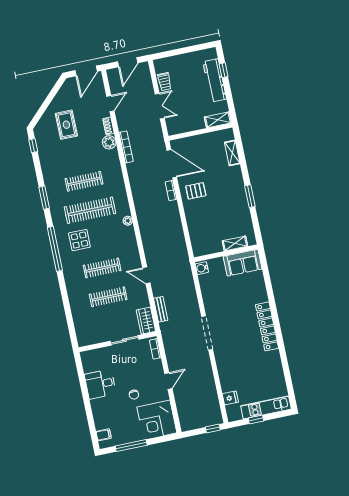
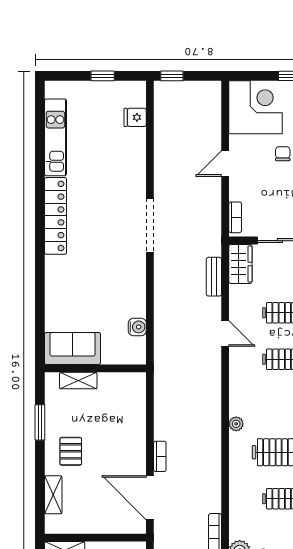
pallet: (196, 191) -> (71, 451), moved, turned 90
shelving: (235, 243) -> (78, 381), moved
wall: (226, 253) -> (95, 368), moved
sofa: (243, 263) -> (73, 348), moved
kitchen unit: (266, 407) -> (55, 137), moved, turned -90

